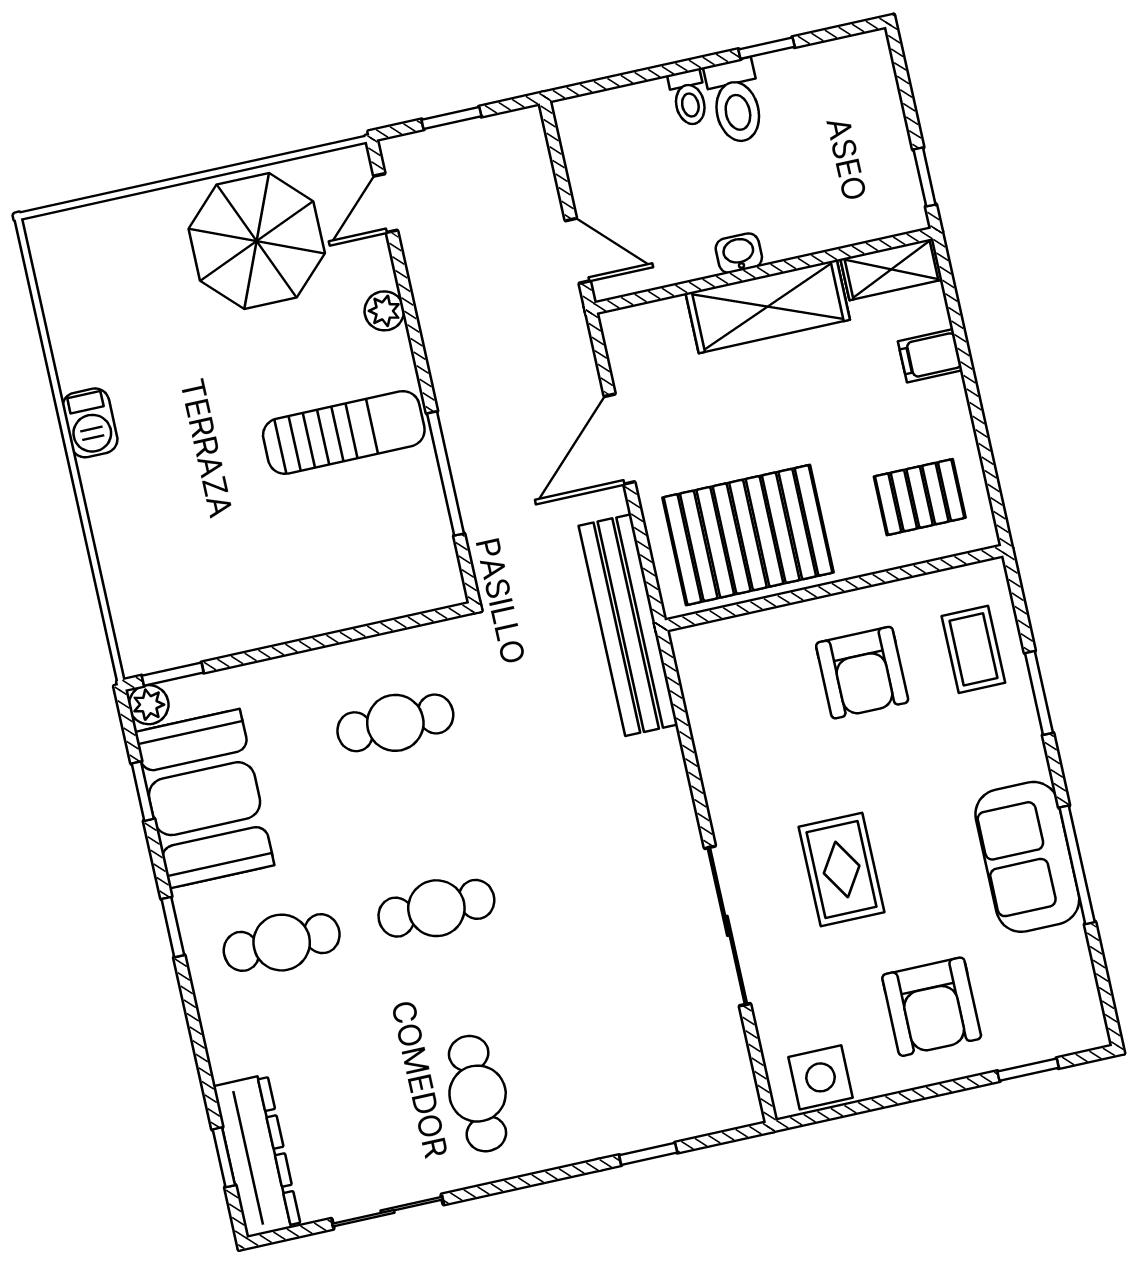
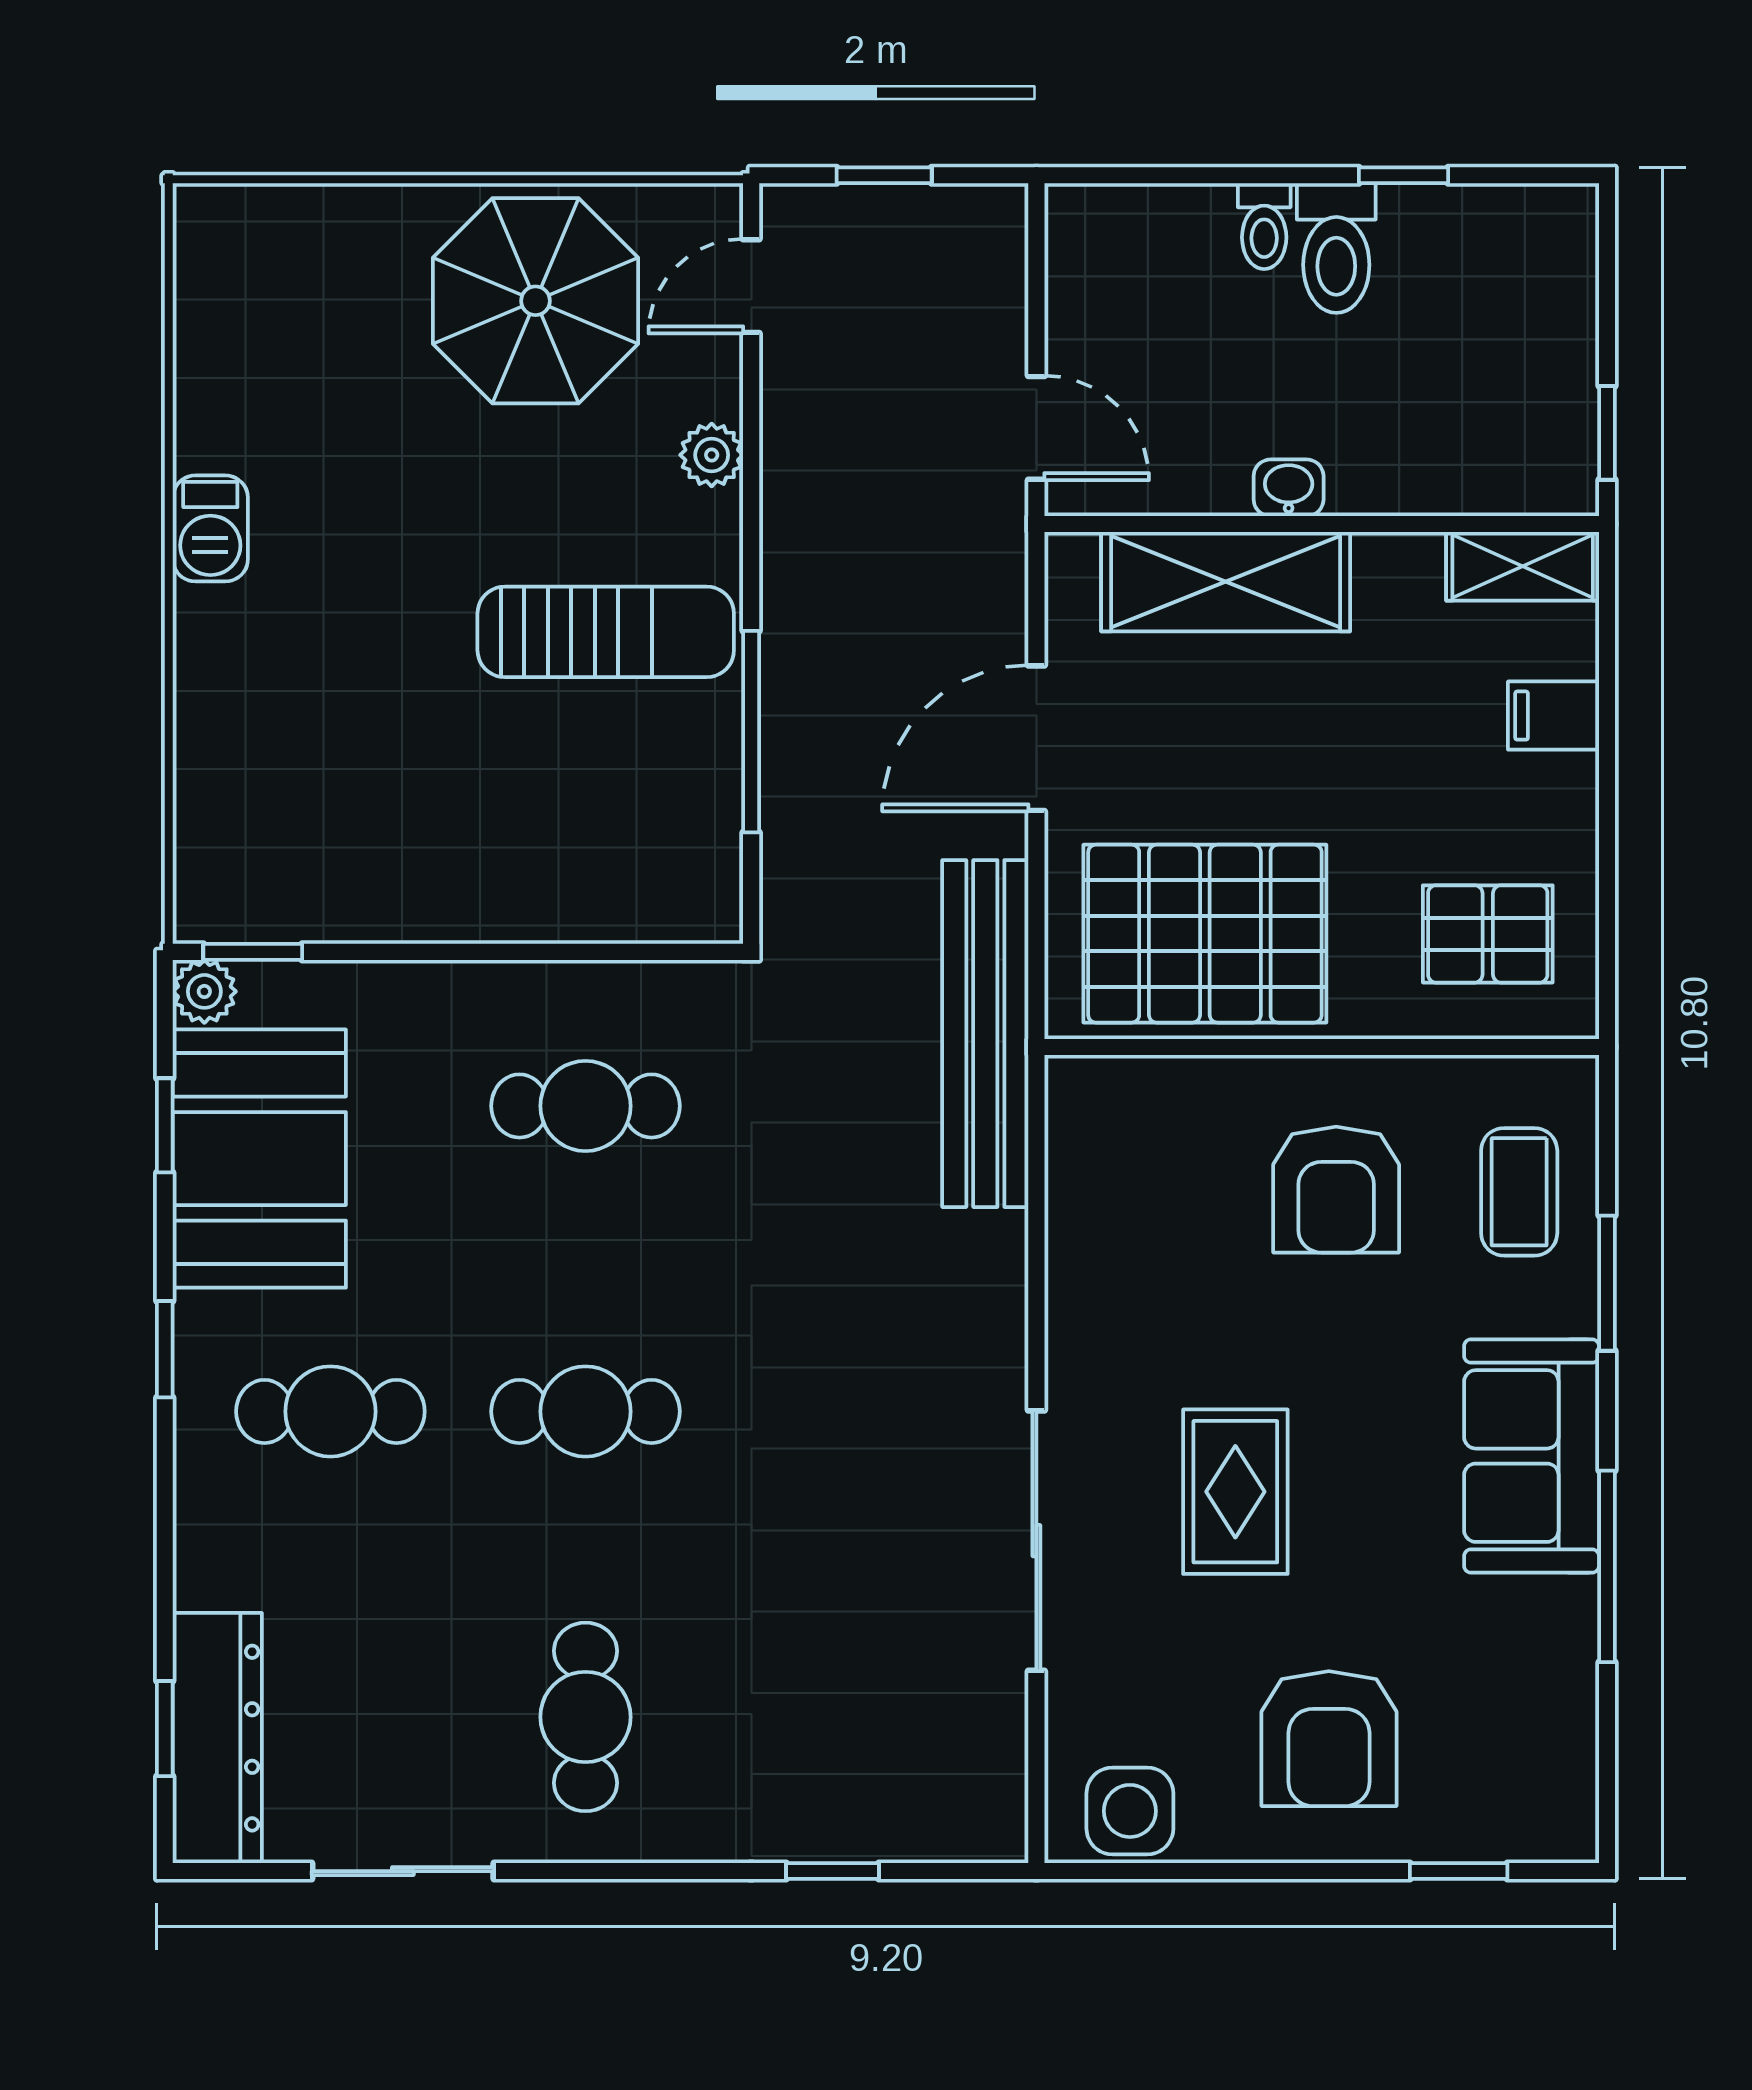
shelving: (768, 307) -> (1226, 582), moved
sofa: (1027, 857) -> (1532, 1456), moved

